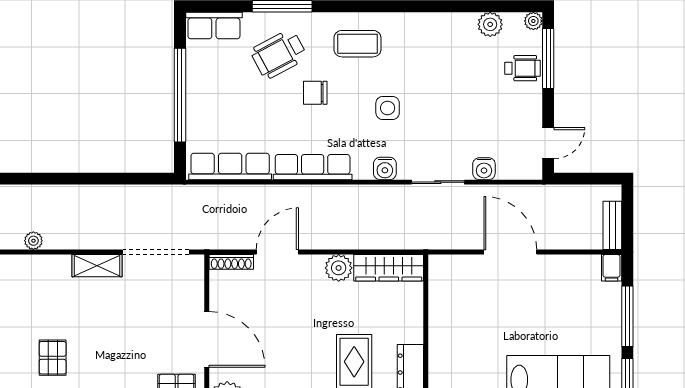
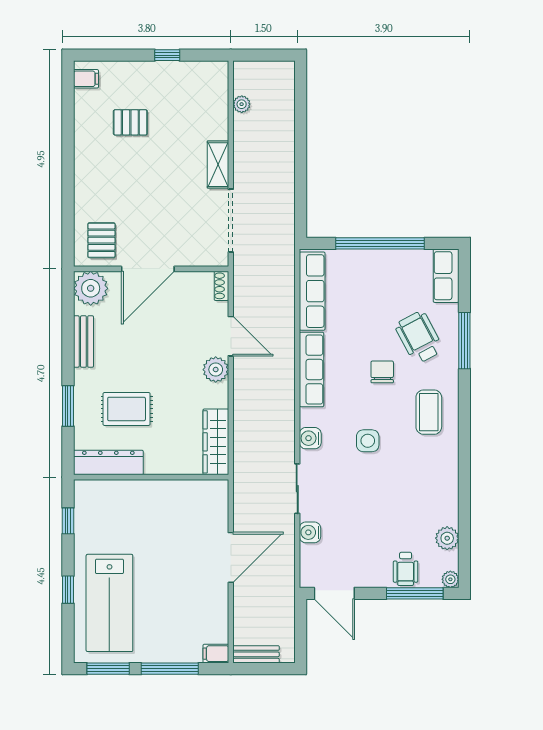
door: (548, 143) -> (334, 593), width x1.38
shoe rack: (231, 262) -> (221, 286), width x0.70
plant: (339, 268) -> (216, 370), moved

